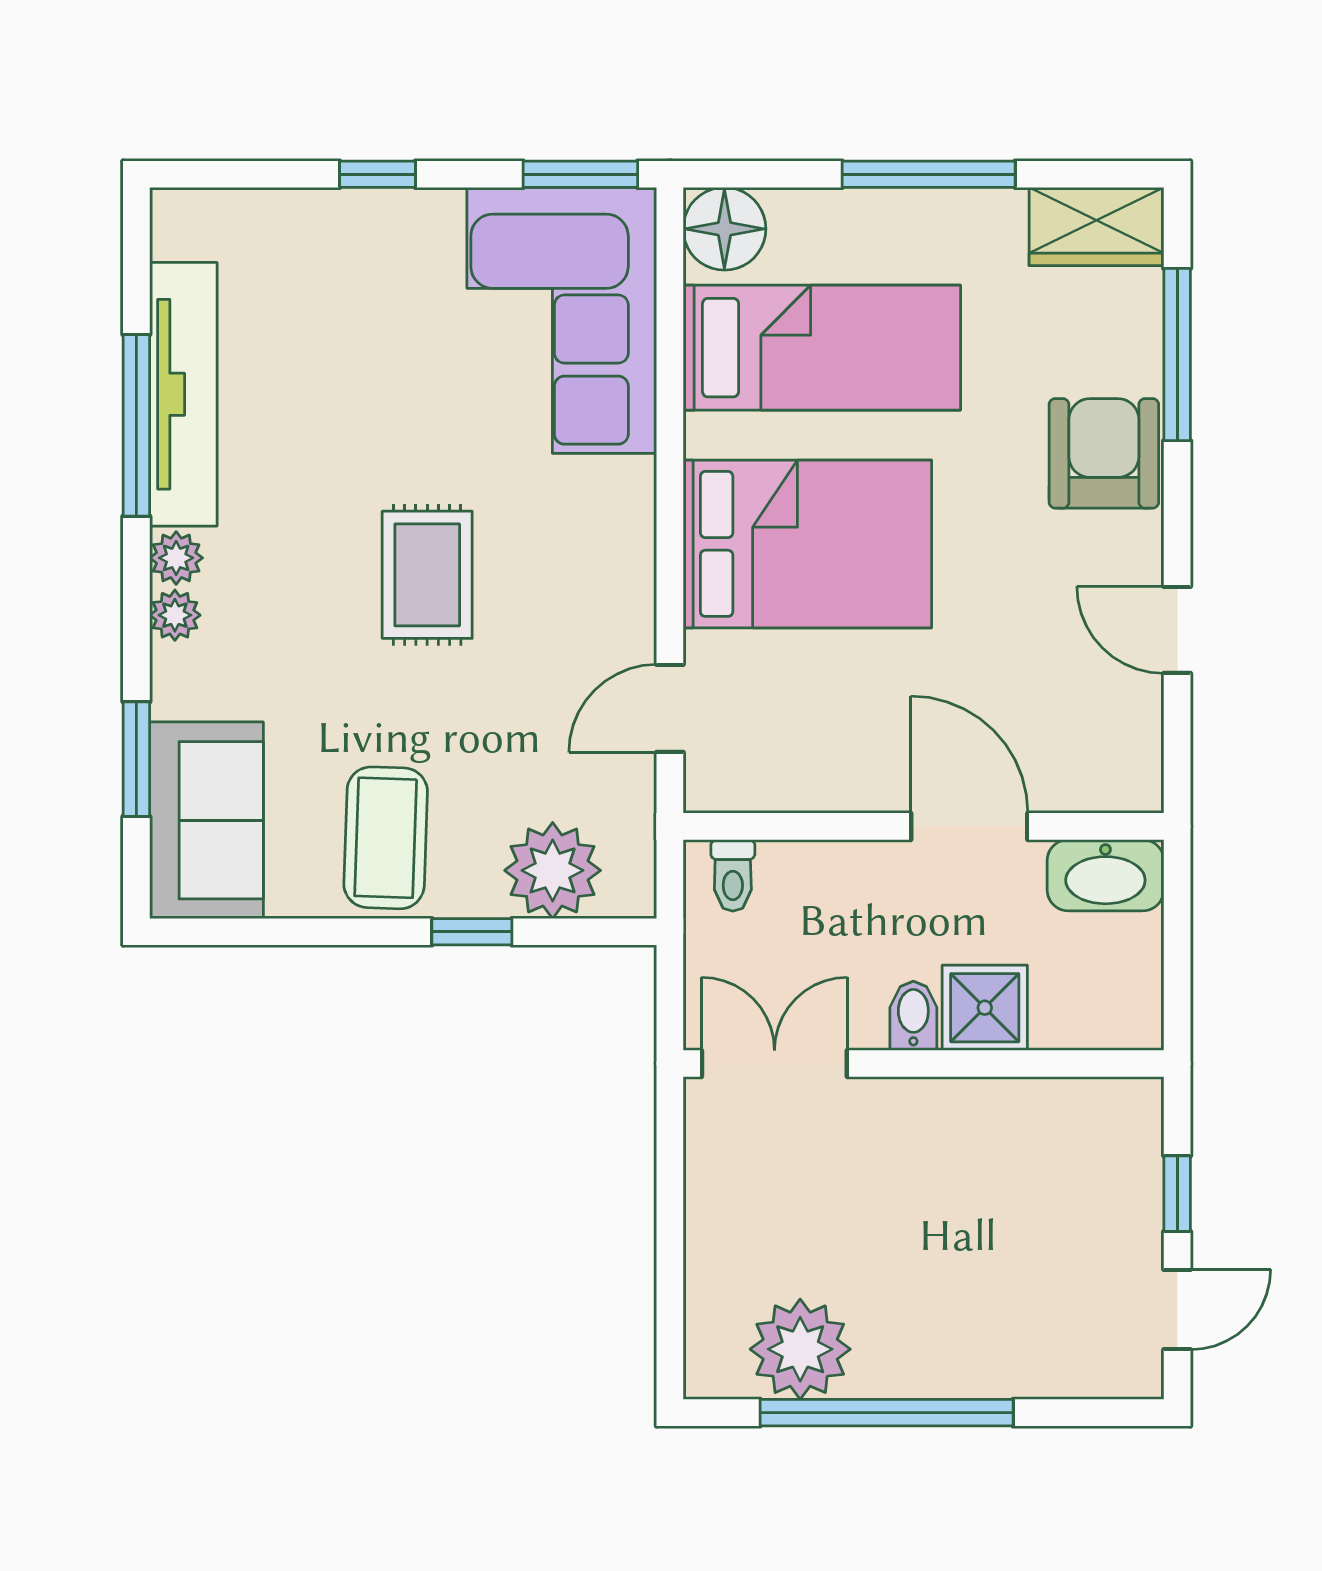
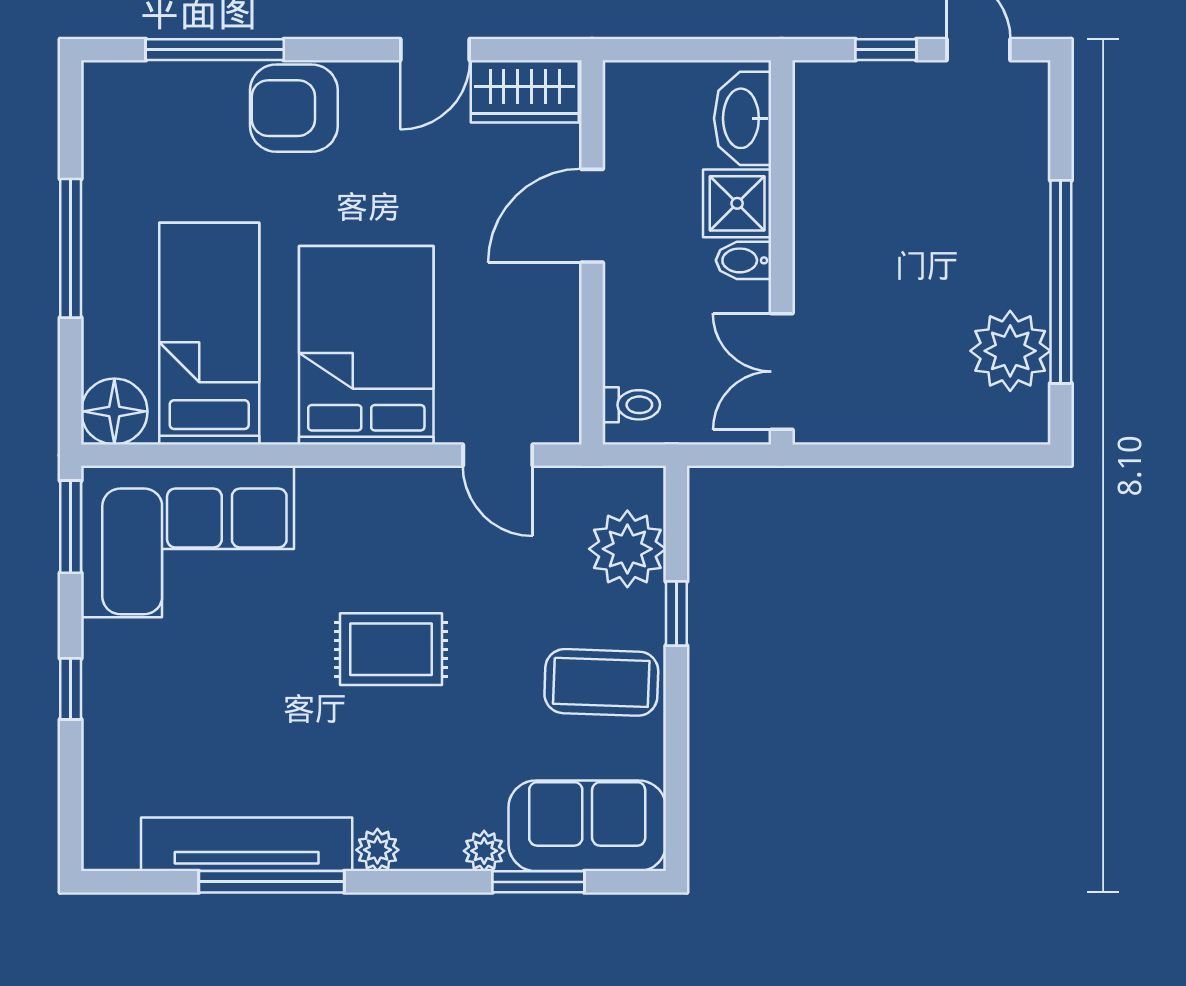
wardrobe: (1097, 227) -> (525, 91), moved, turned 90
plant: (175, 615) -> (484, 851), moved
washbasin: (1105, 875) -> (743, 118), moved, turned 180

